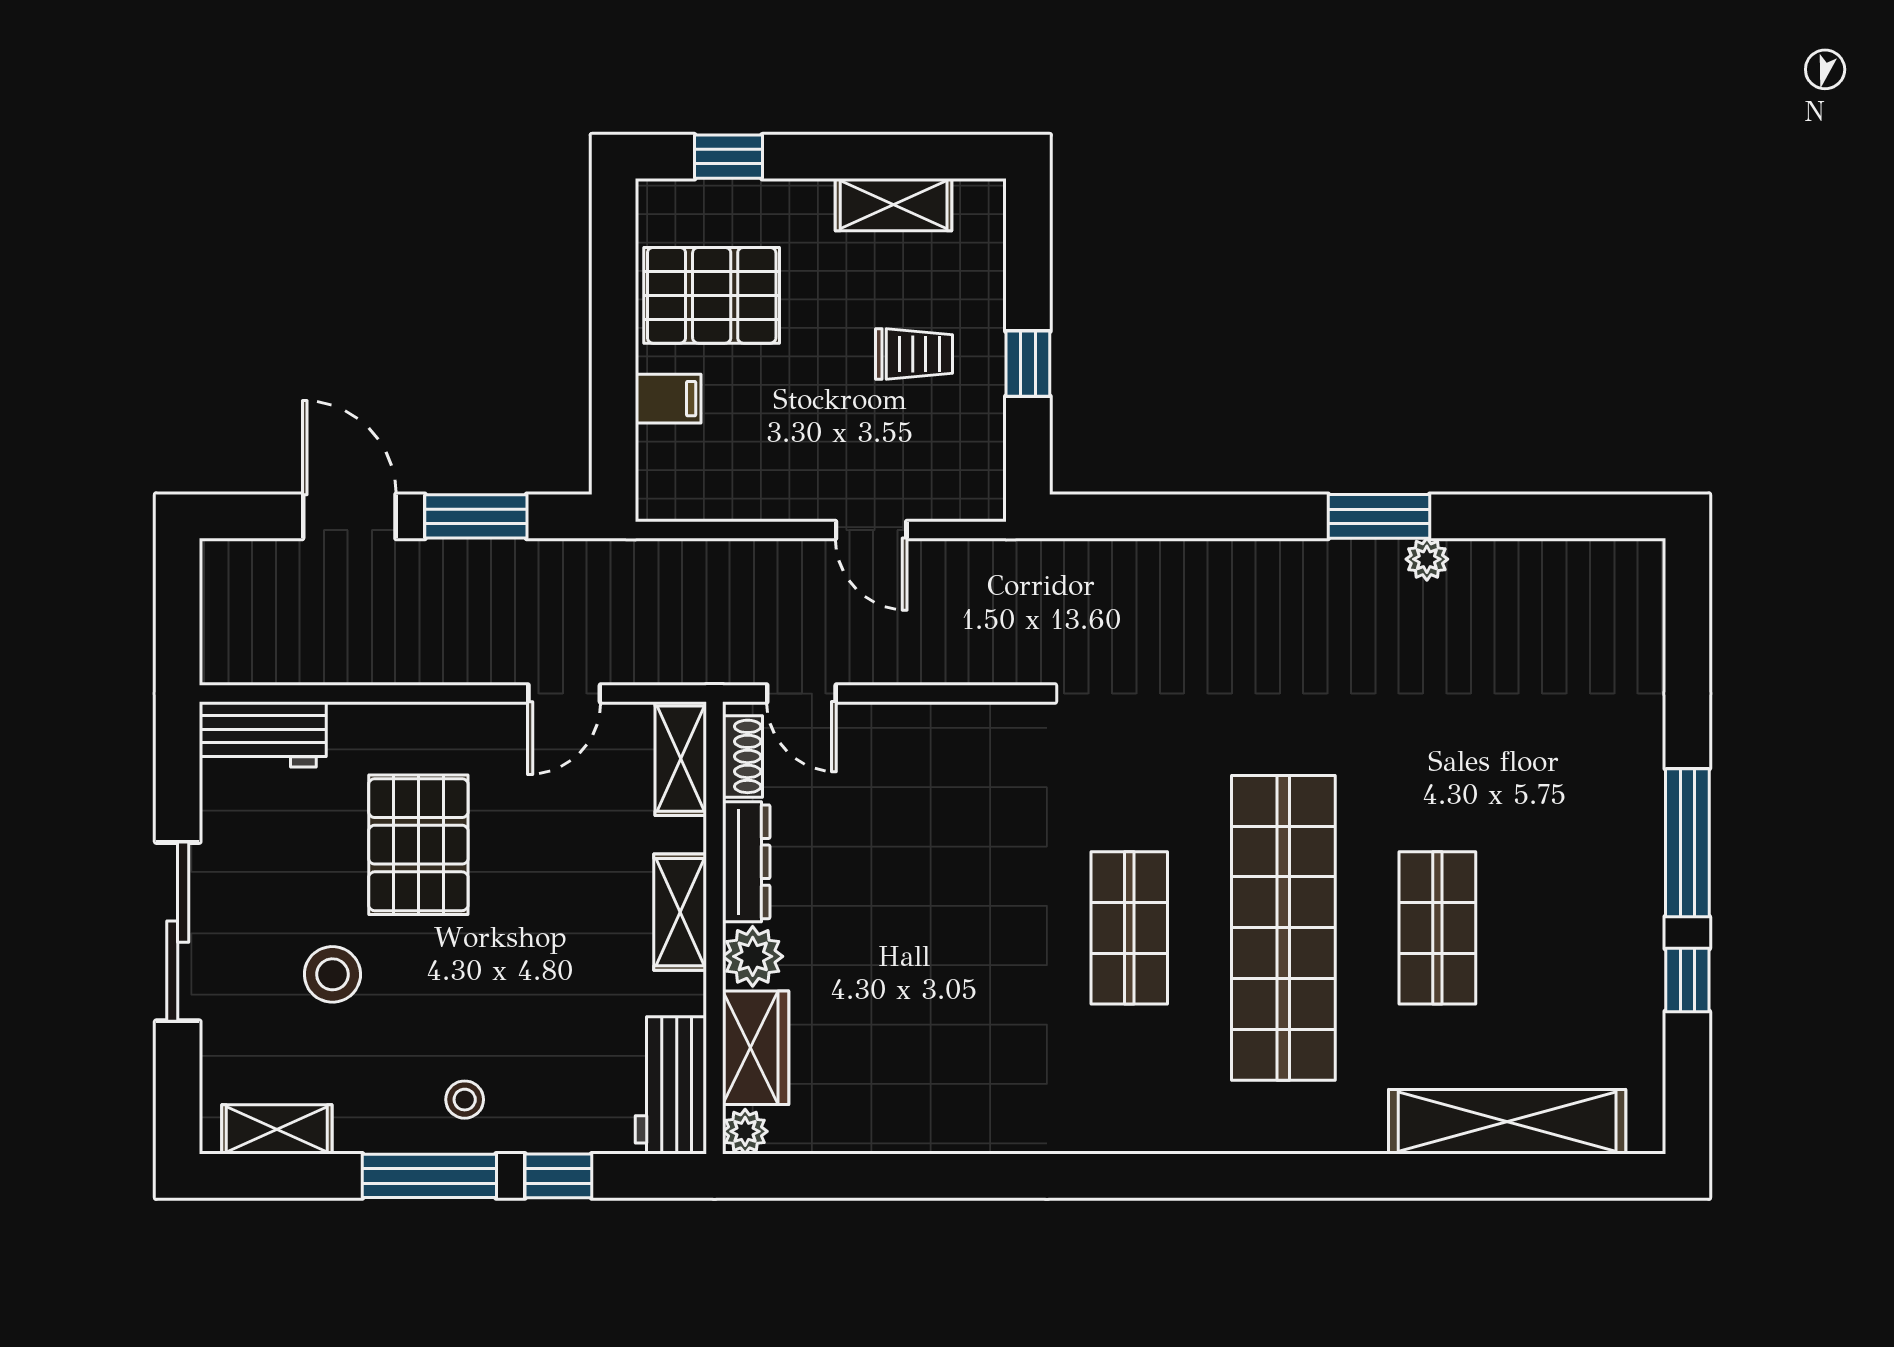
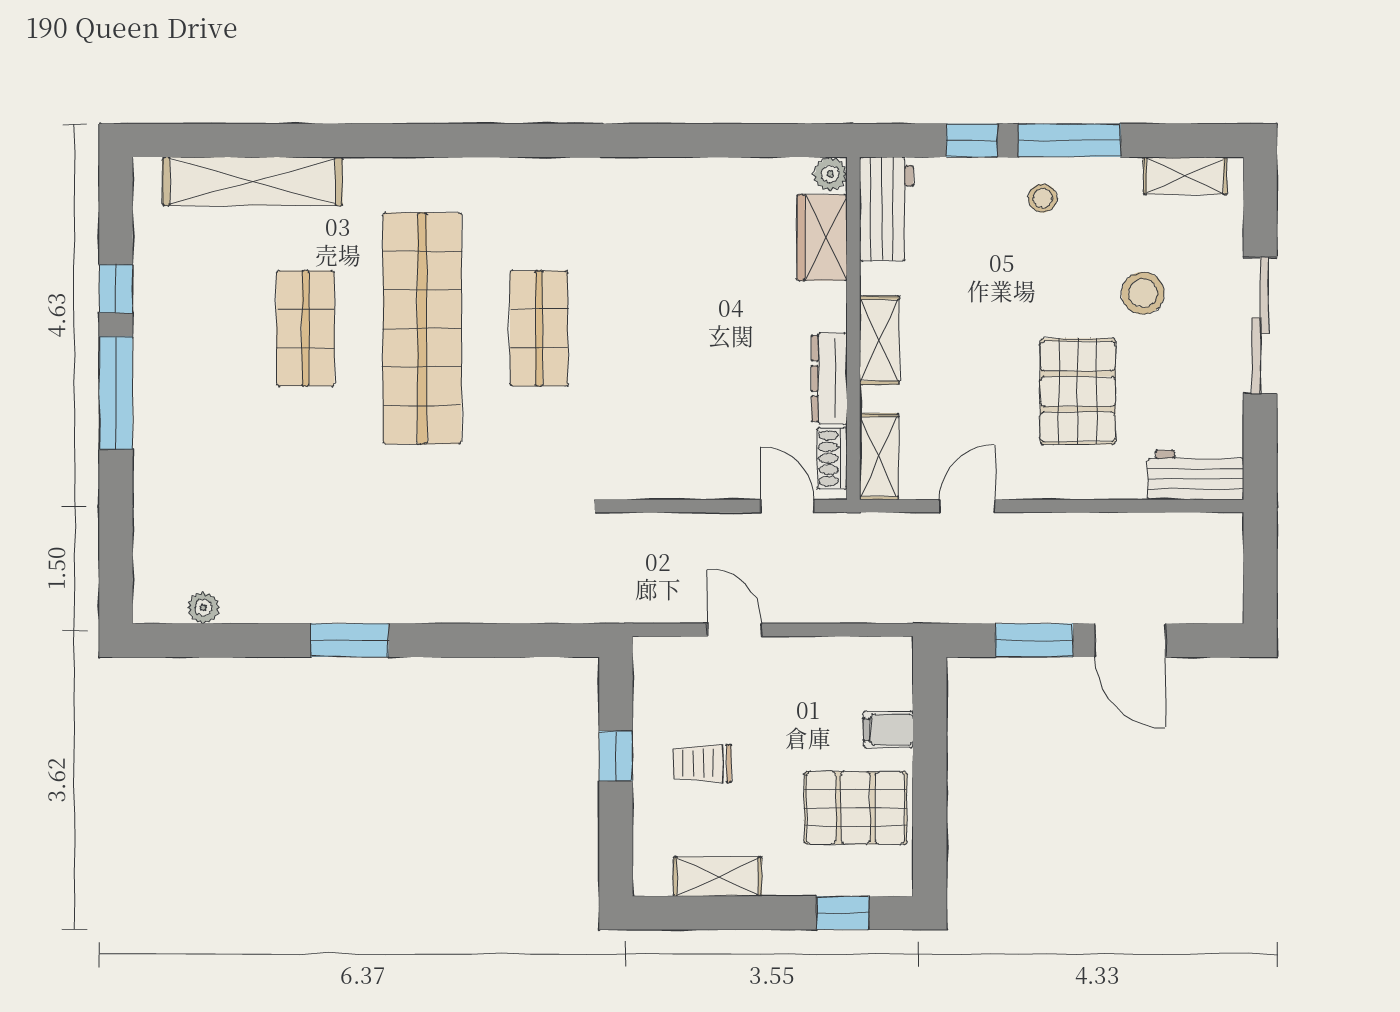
plant: (1427, 559) -> (203, 608), moved
plant: (753, 956) -> (824, 307), removed

